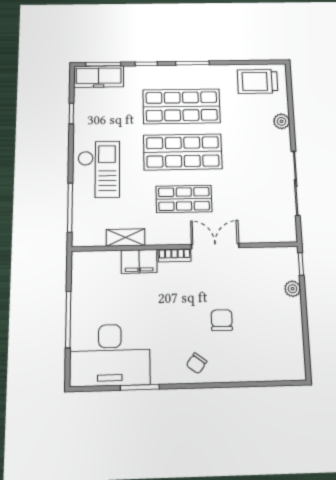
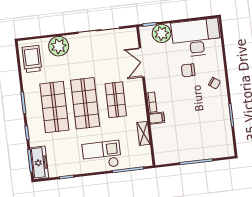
trolley: (258, 81) -> (32, 59), turned 180
plant: (282, 121) -> (59, 46), width x1.88, depth x1.88
double door: (215, 246) -> (142, 62), moved
filing cabinet: (139, 261) -> (157, 118), width x0.50
plant: (293, 289) -> (162, 33), width x1.88, depth x1.88
desk: (110, 355) -> (196, 38), moved, turned -90

